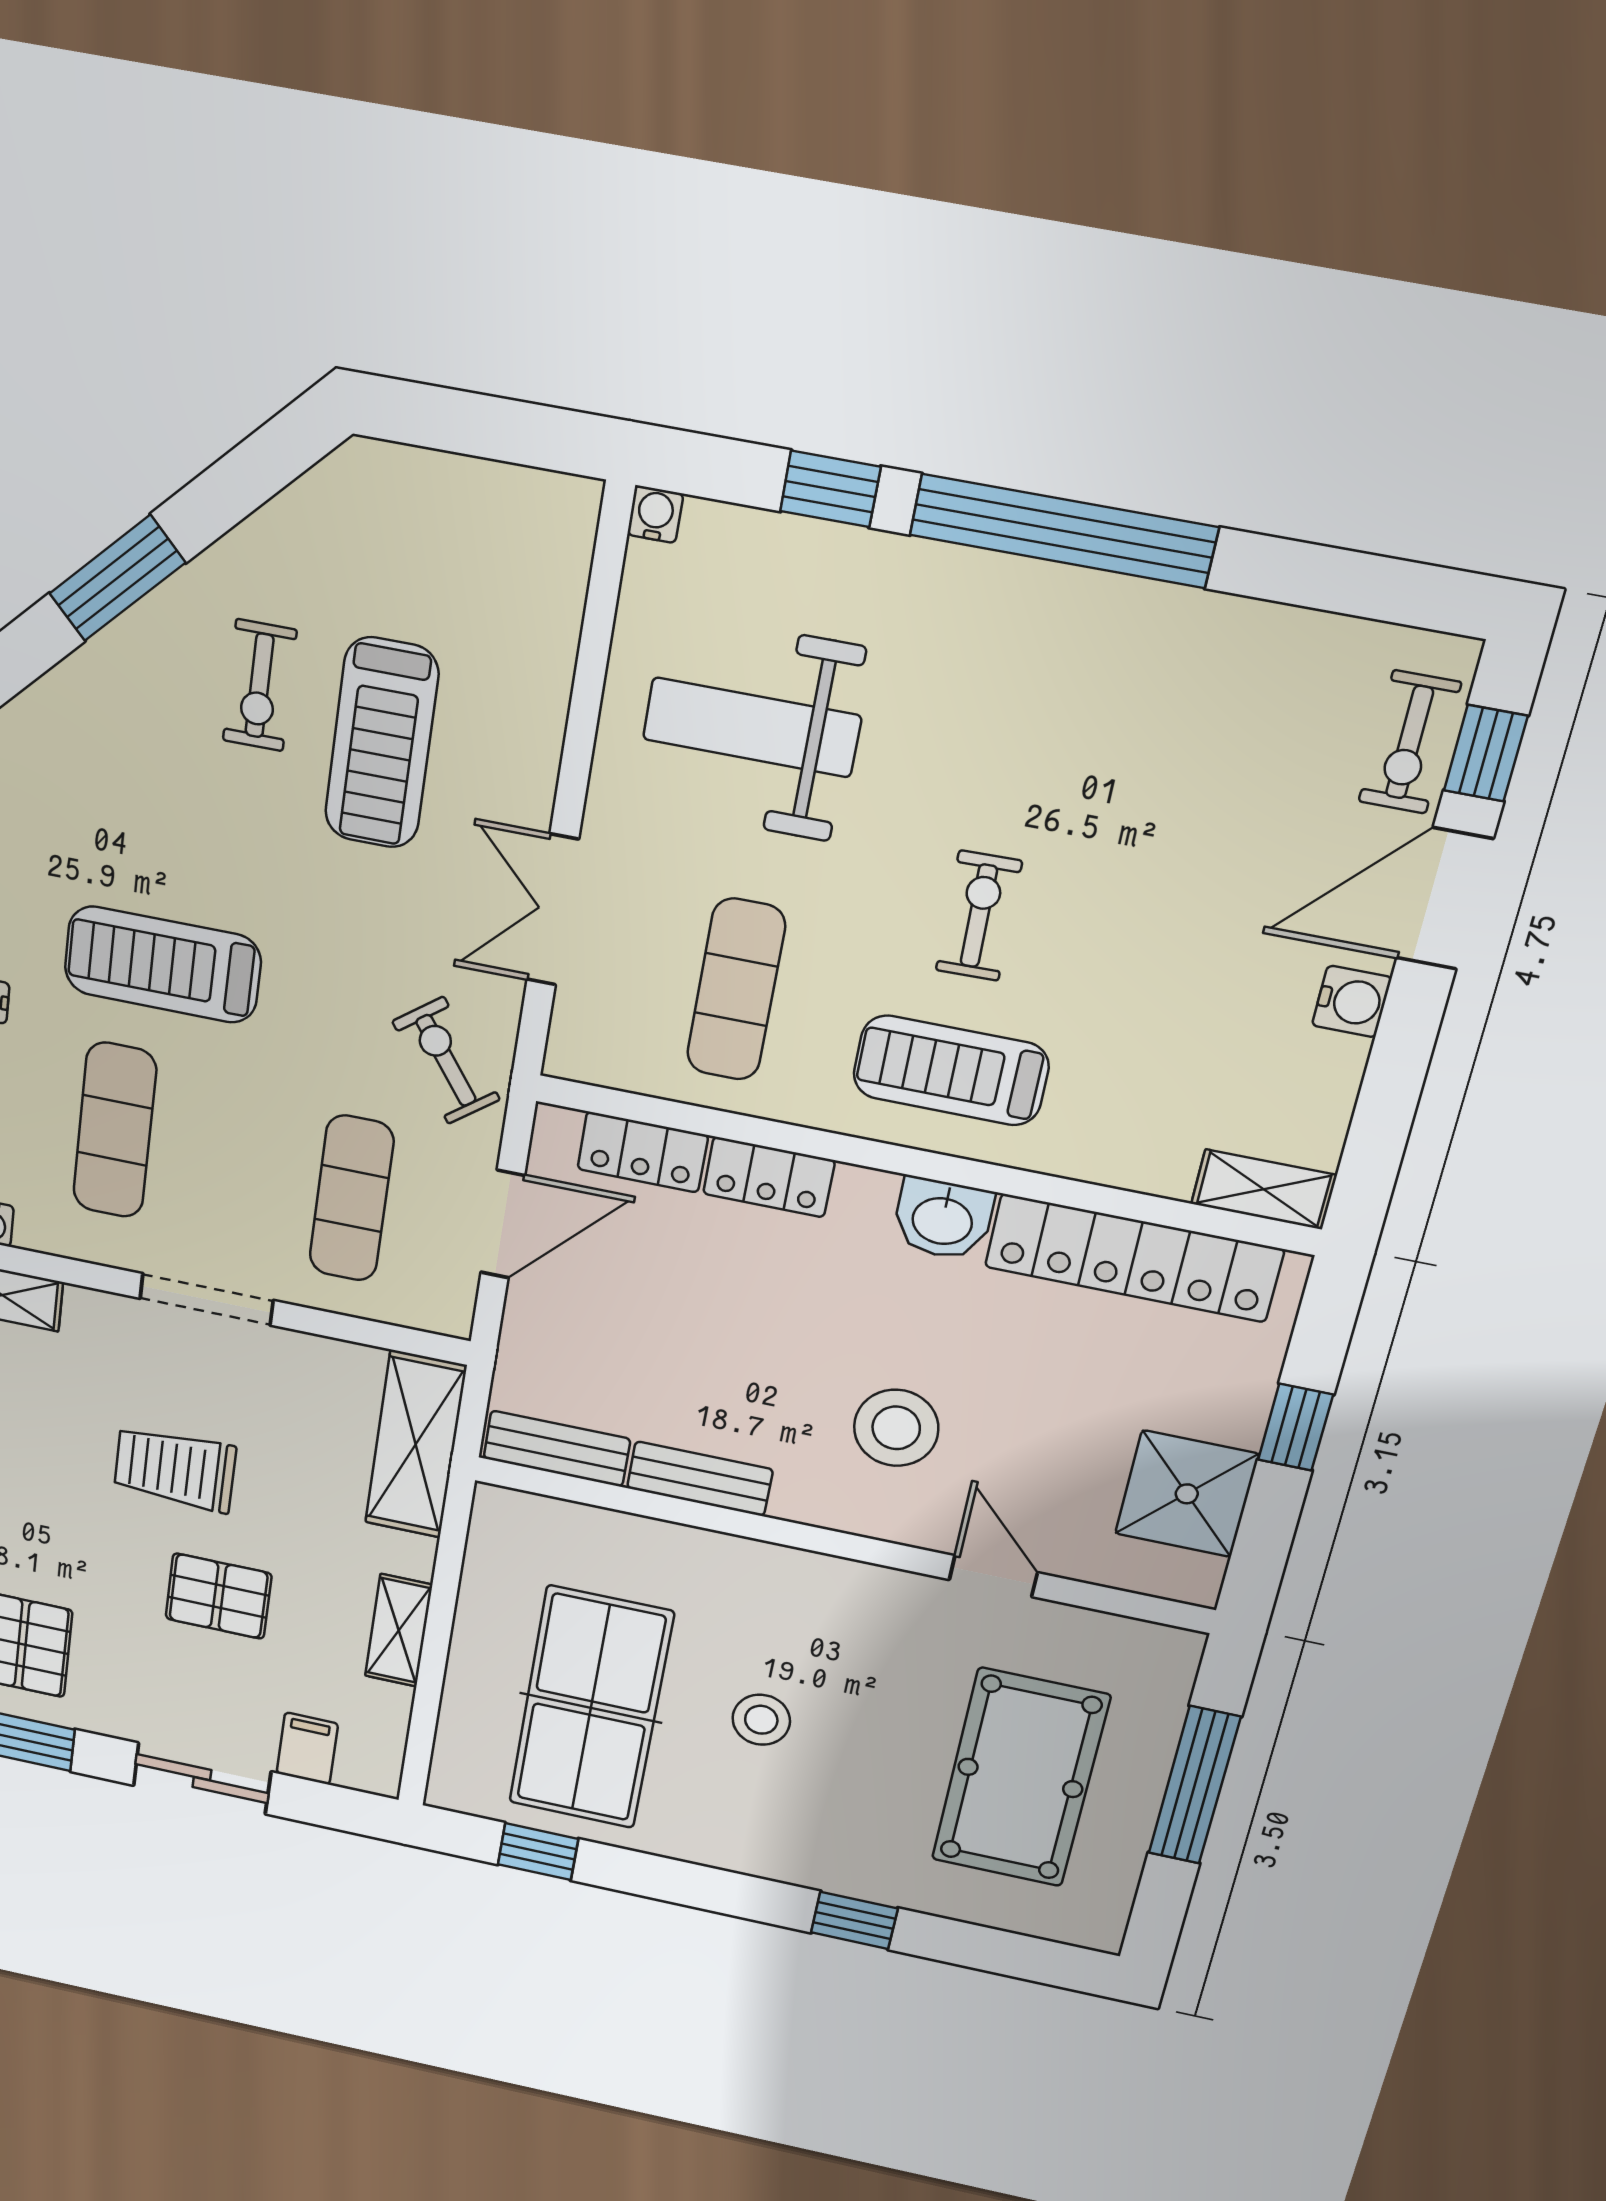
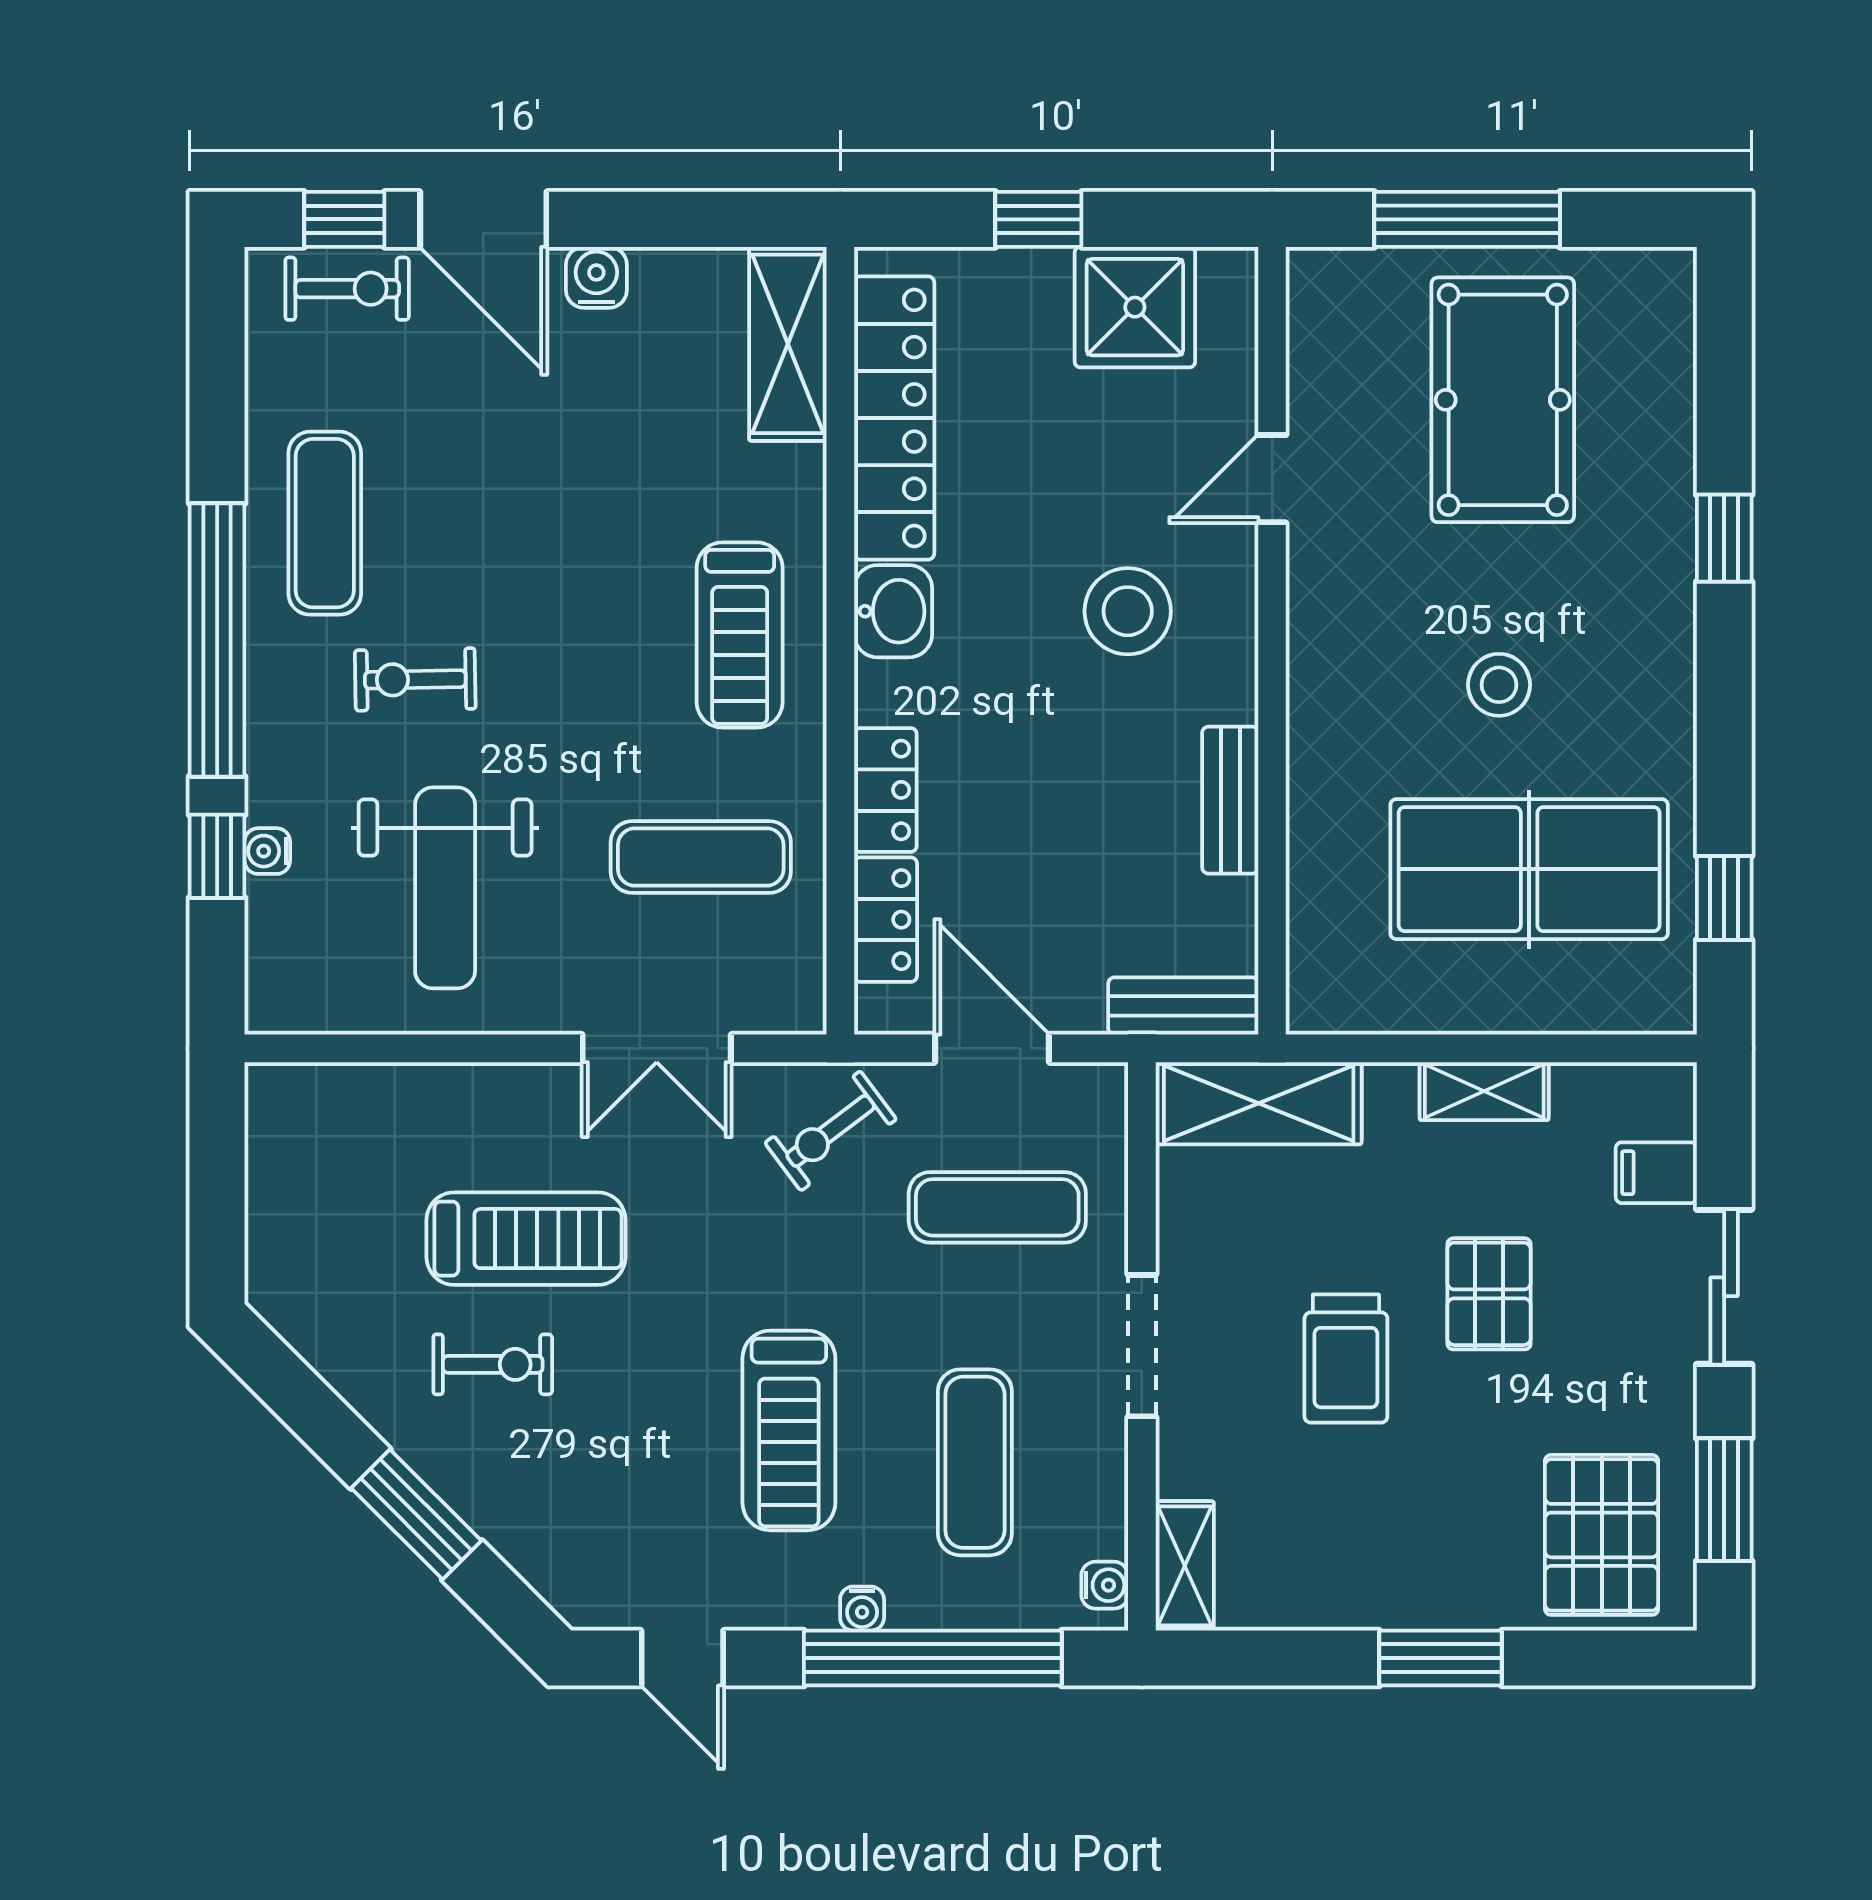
water cooler: (655, 514) -> (267, 851), moved
exercise mat: (1163, 672) -> (325, 523), added
exercise bike: (979, 916) -> (415, 679), moved
exercise mat: (115, 1130) -> (975, 1462), turned 90
shelving: (1264, 1189) -> (788, 344), width x1.50, depth x1.33
bench: (557, 1449) -> (1183, 1006), moved, turned 90
pool table: (1020, 1778) -> (1503, 400), turned 90

